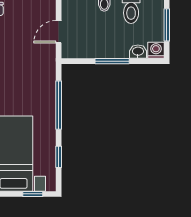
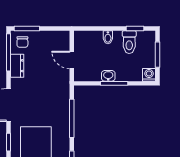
door: (59, 32) -> (72, 60), hinge flipped
washbasin: (138, 52) -> (108, 76), moved

